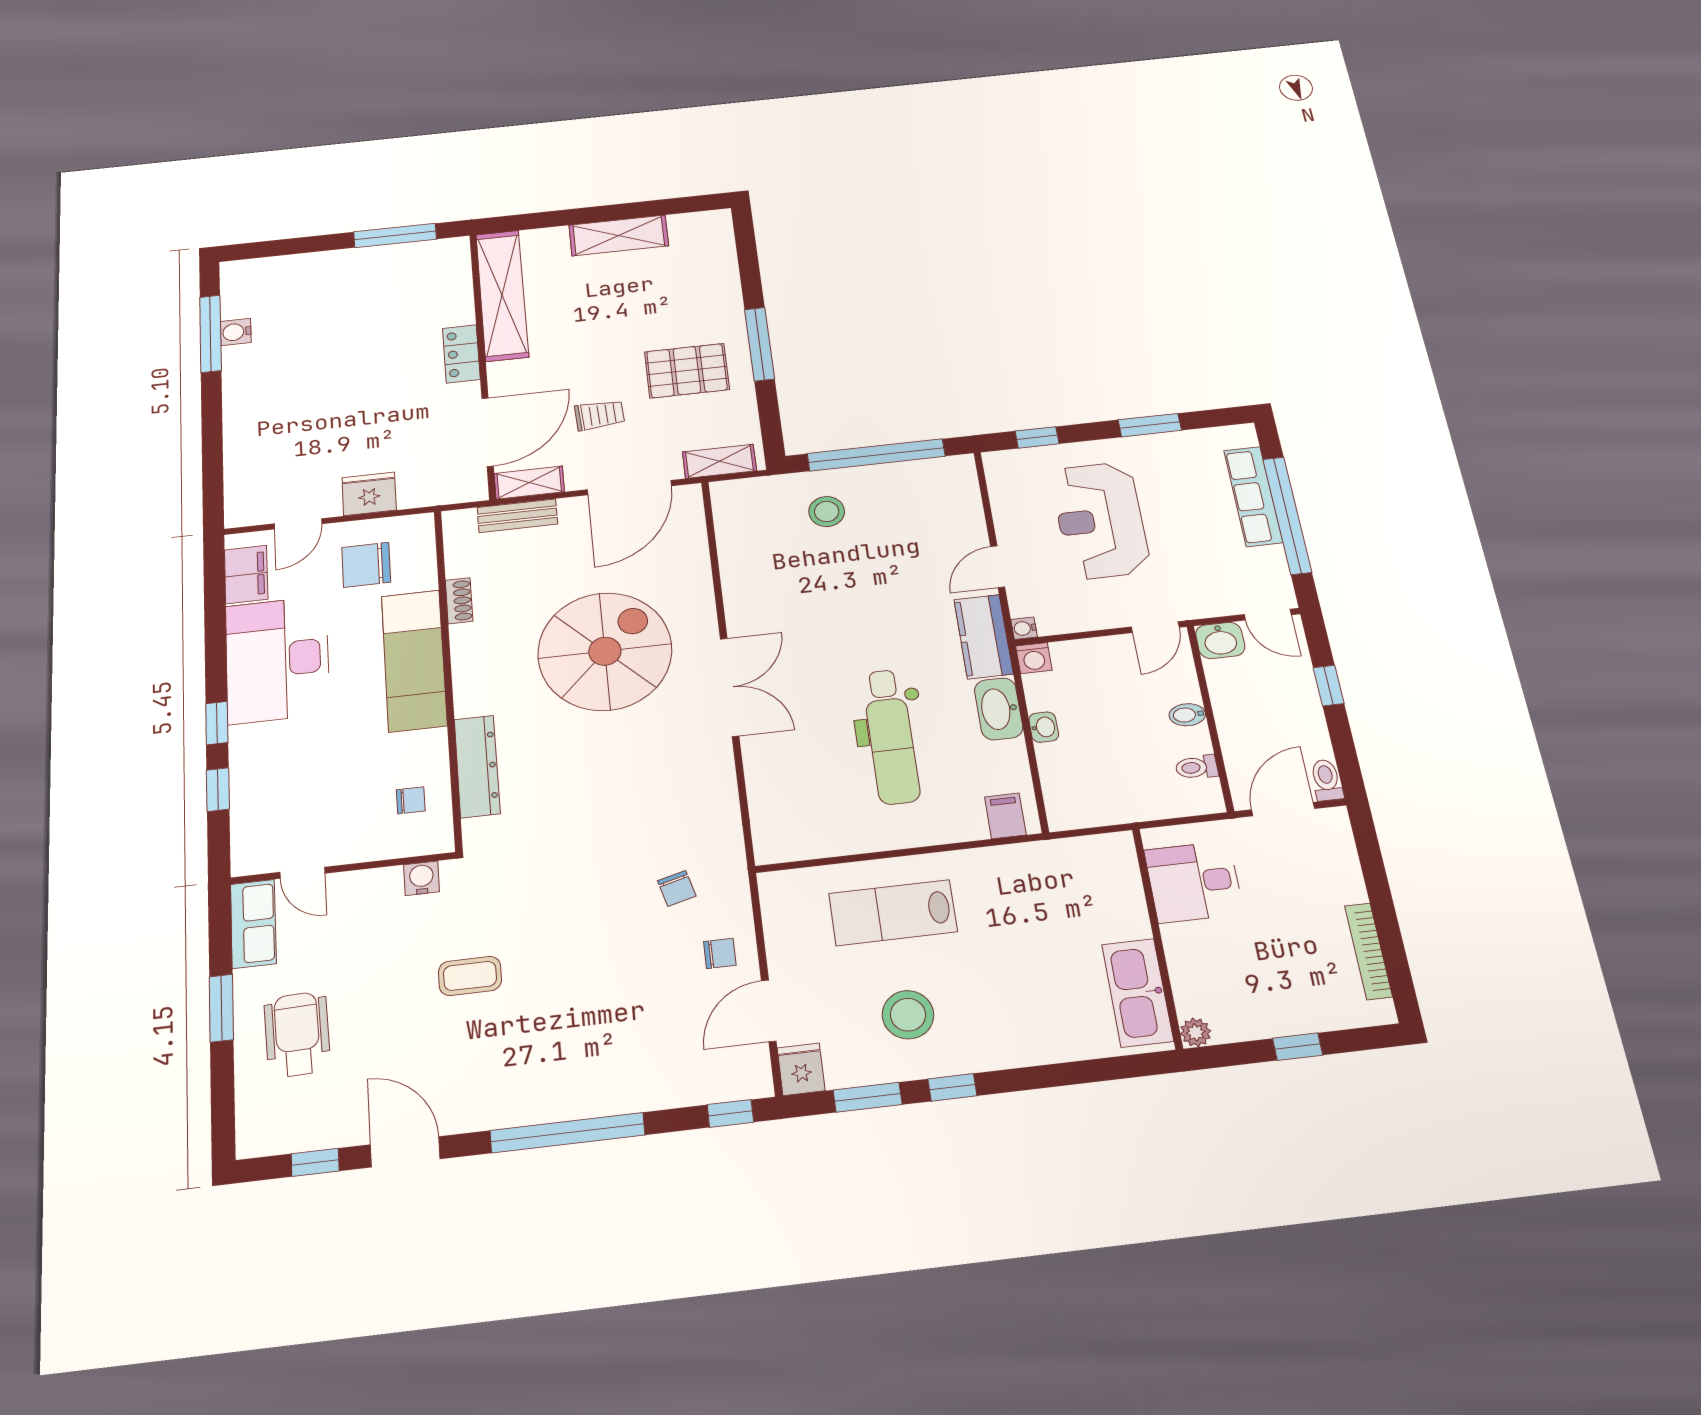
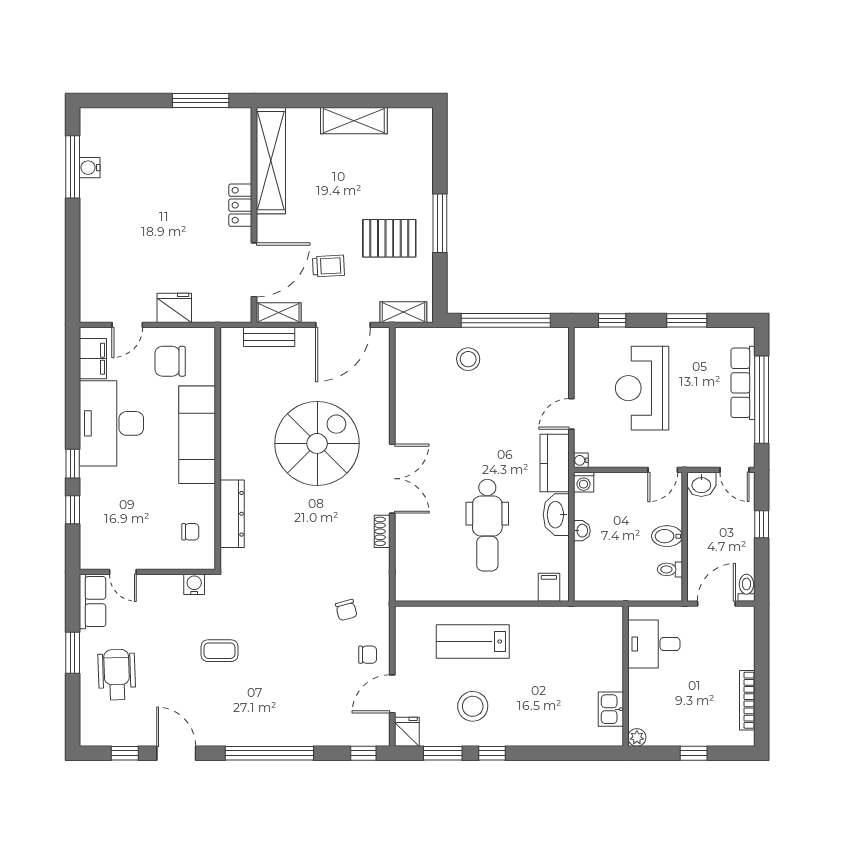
shoe rack: (459, 601) -> (382, 531), moved, turned 180
bidet: (1187, 715) -> (667, 536), width x1.38, depth x1.36
kitchen sink: (1138, 993) -> (611, 709), width x0.53, depth x0.81

